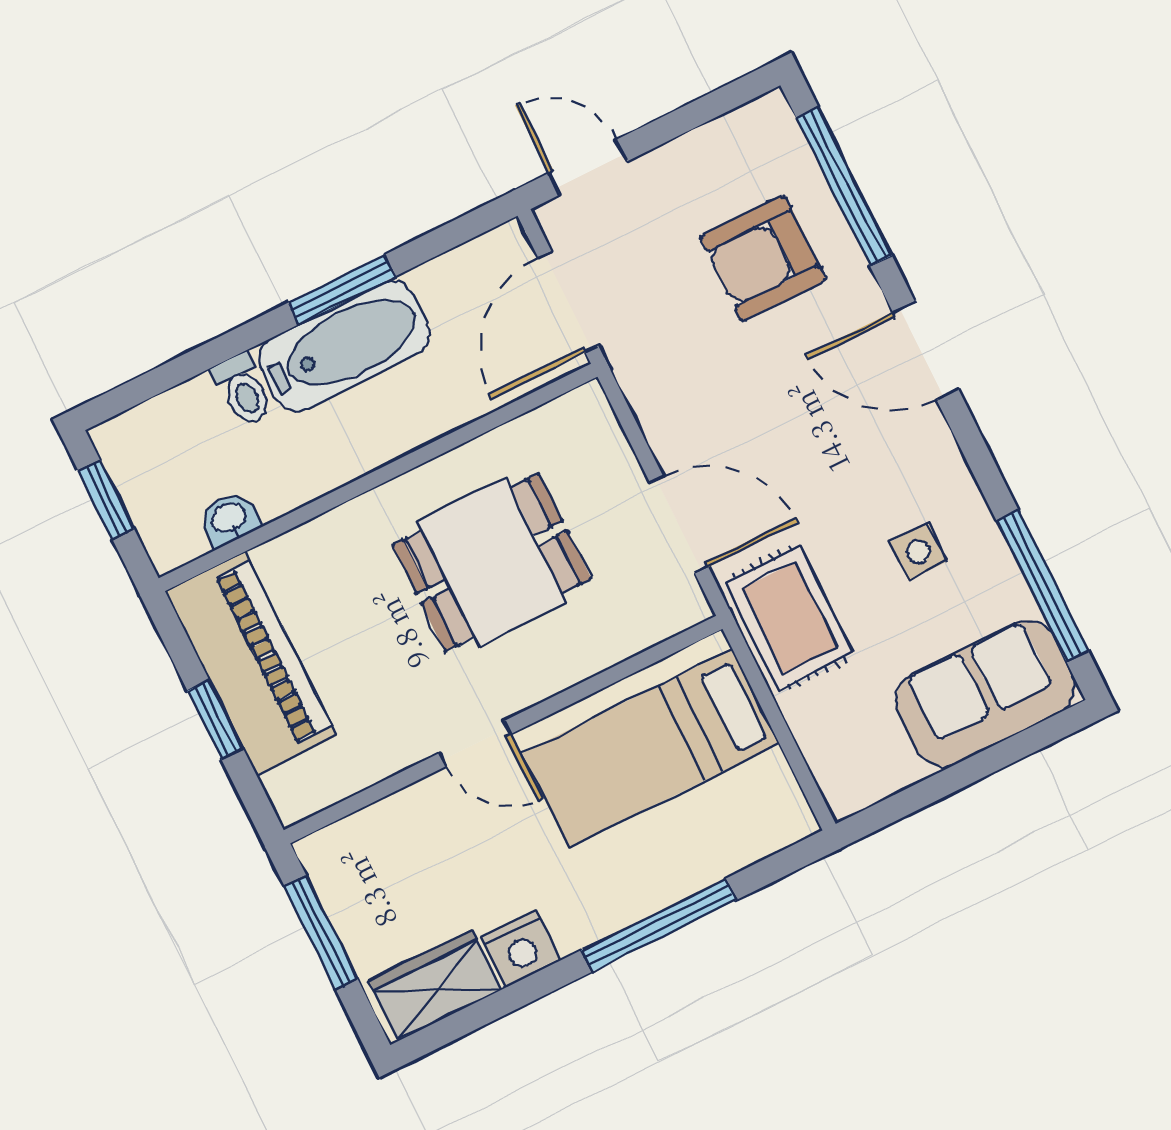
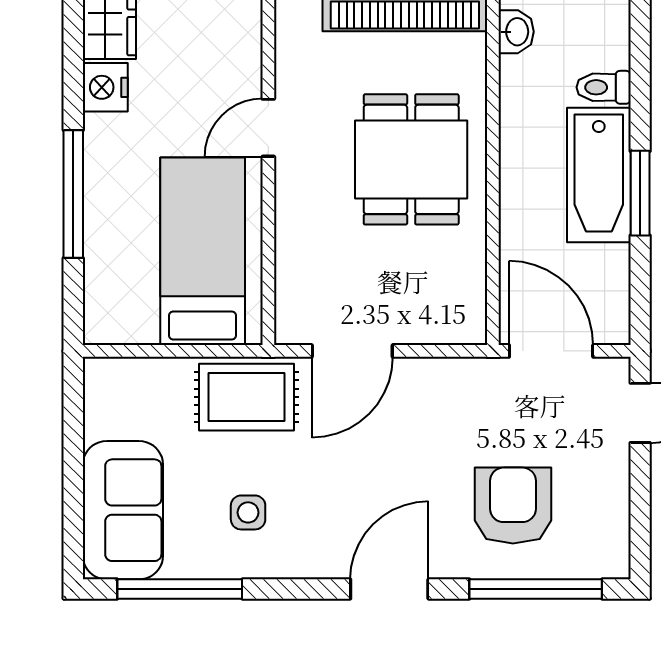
dining table: (492, 562) -> (411, 159), moved

